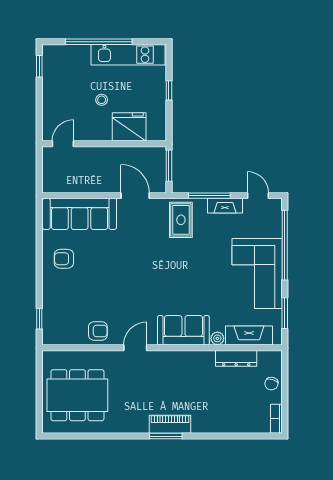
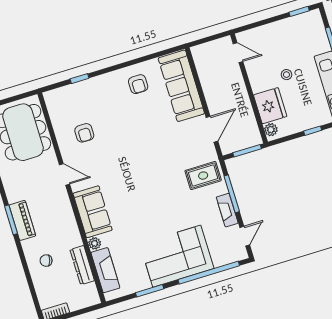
plant: (154, 134) -> (271, 130), added
armchair: (64, 259) -> (138, 84), turned 180
sofa: (183, 330) -> (93, 212), moved
fireplace: (249, 336) -> (105, 270), moved
plant: (217, 338) -> (95, 243), moved
door: (135, 348) -> (65, 174), moved
wall: (162, 348) -> (72, 198), moved
dresser: (236, 358) -> (82, 265), moved
chair: (271, 384) -> (46, 261), moved

